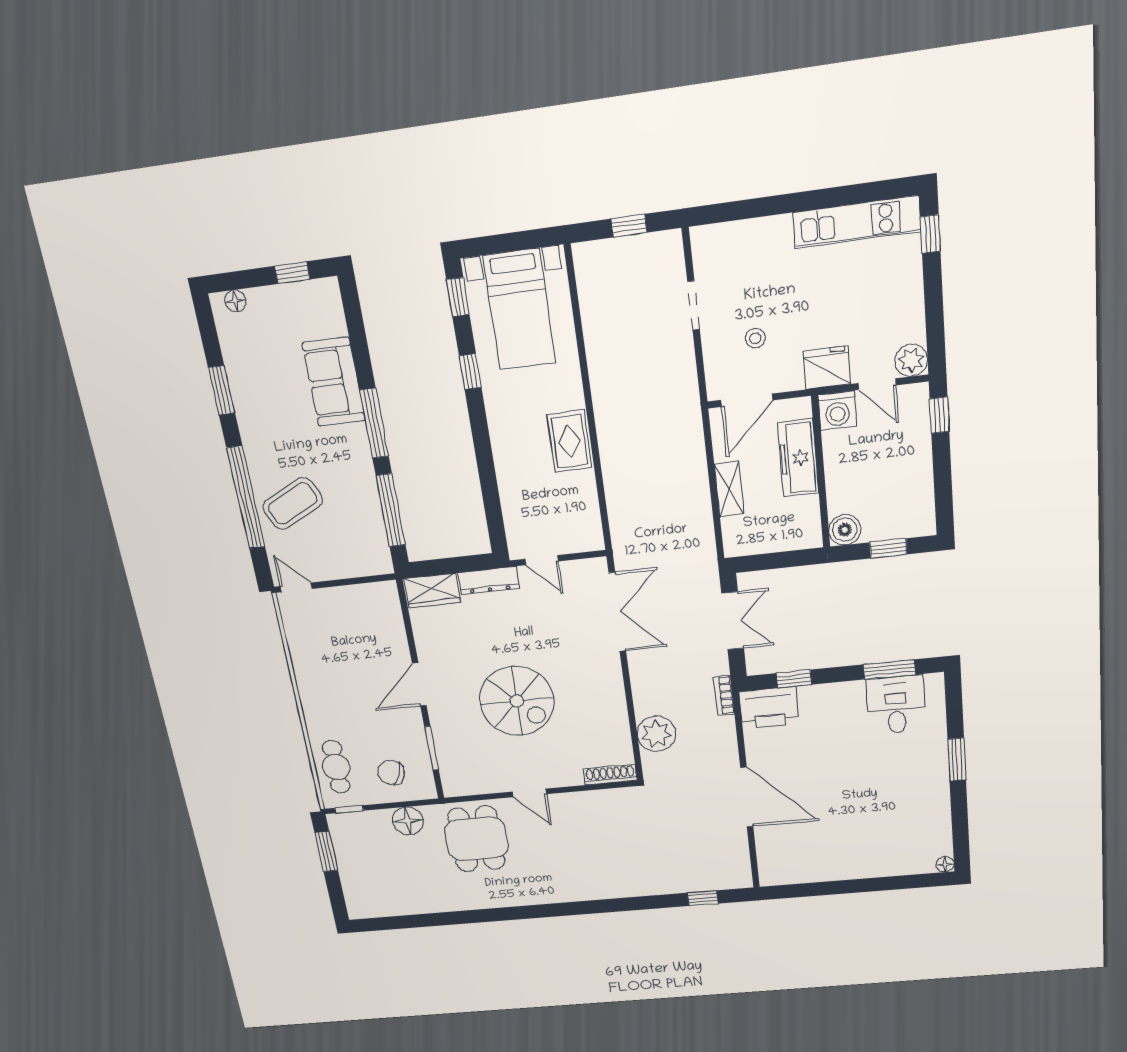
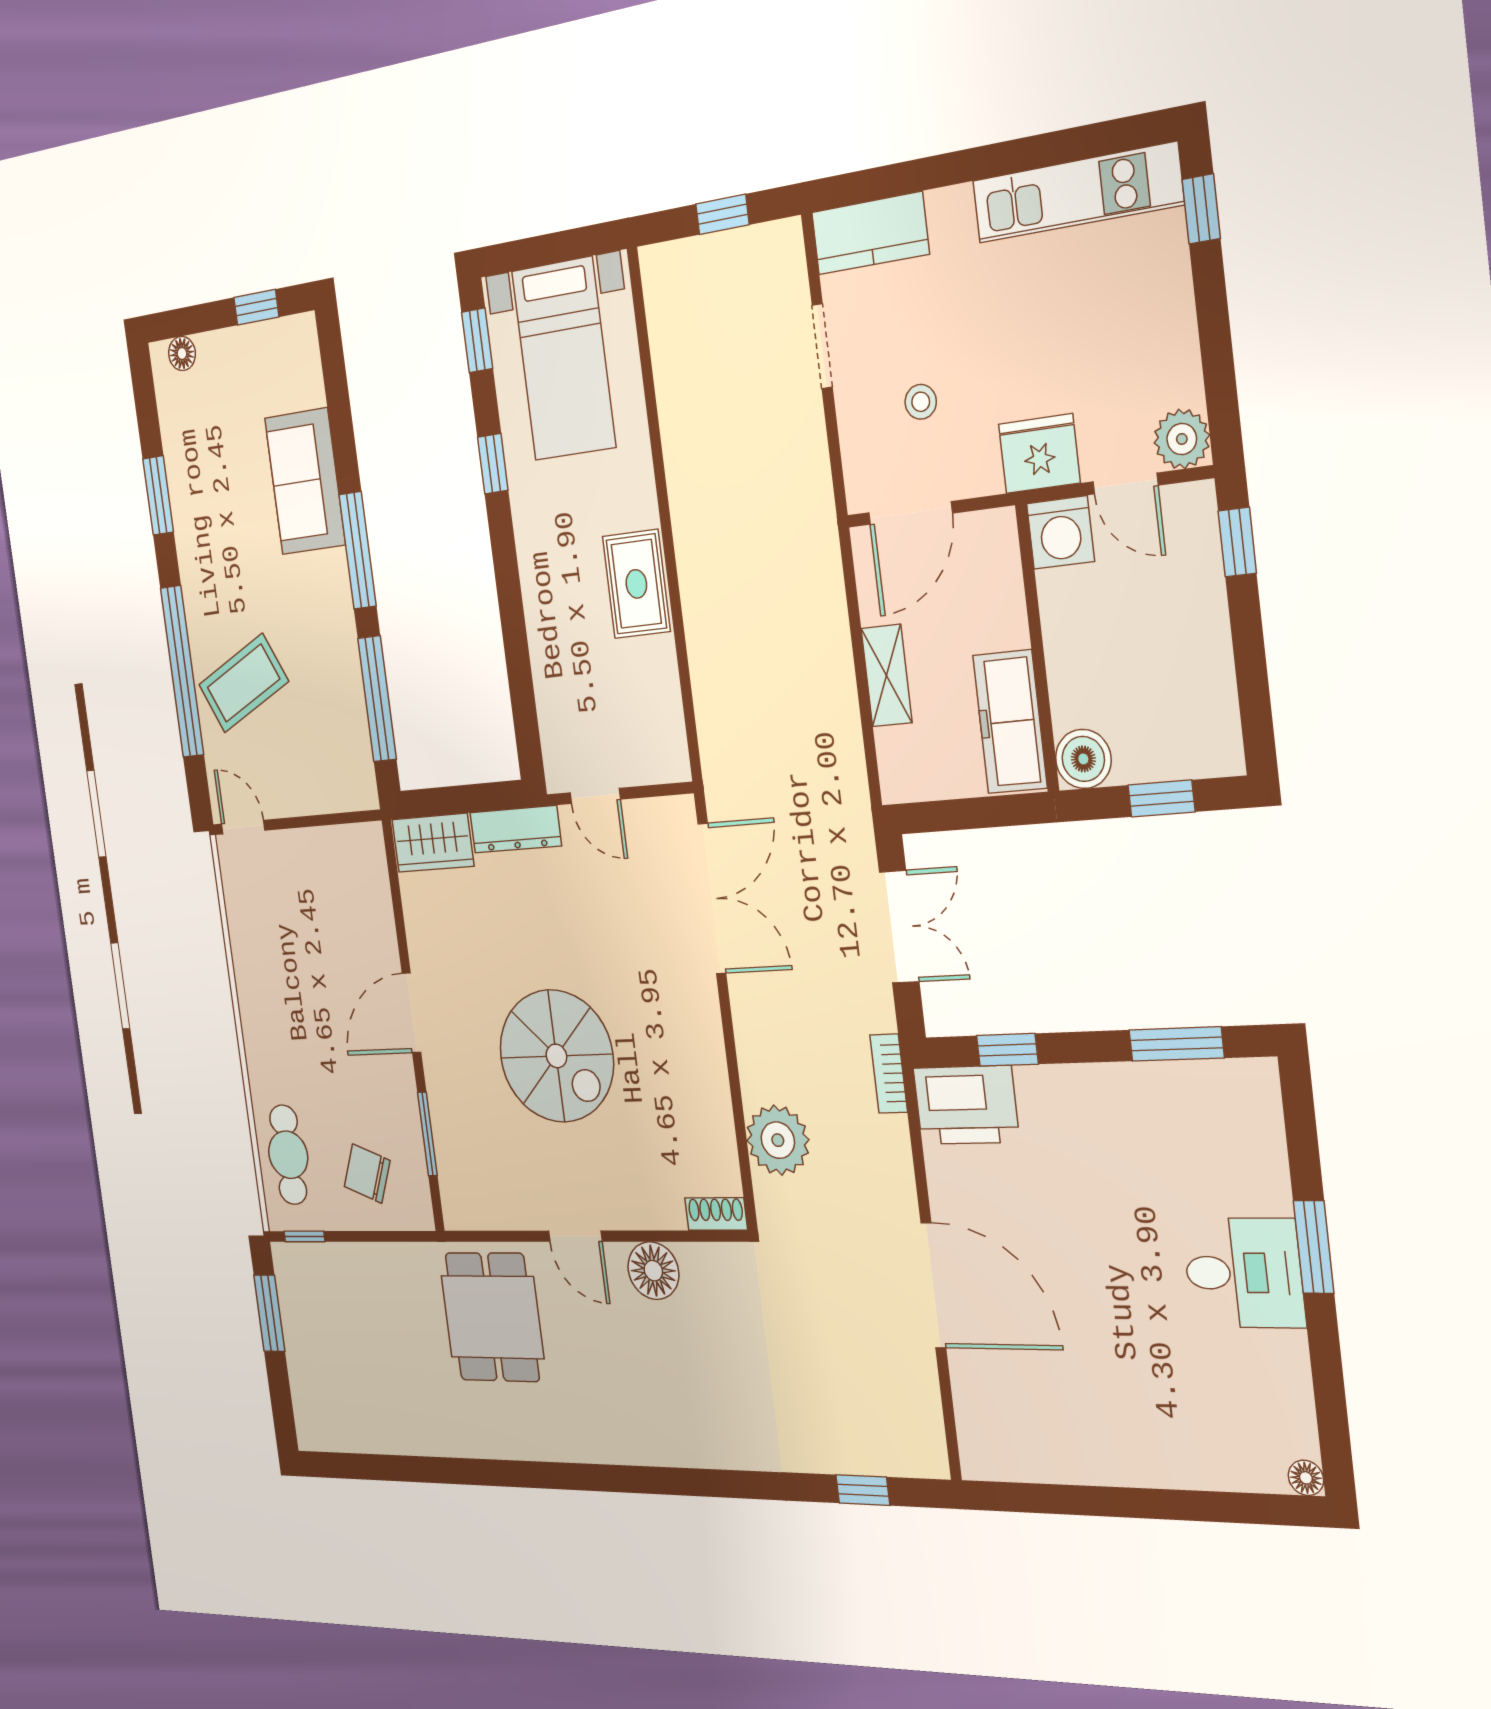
kitchen counter: (726, 240) -> (870, 233), added
freezer: (798, 458) -> (1010, 722), moved
desk: (896, 705) -> (1243, 1273), moved, turned 90
shoe rack: (610, 775) -> (716, 1214), width x0.70
floor lamp: (408, 821) -> (653, 1271), moved

